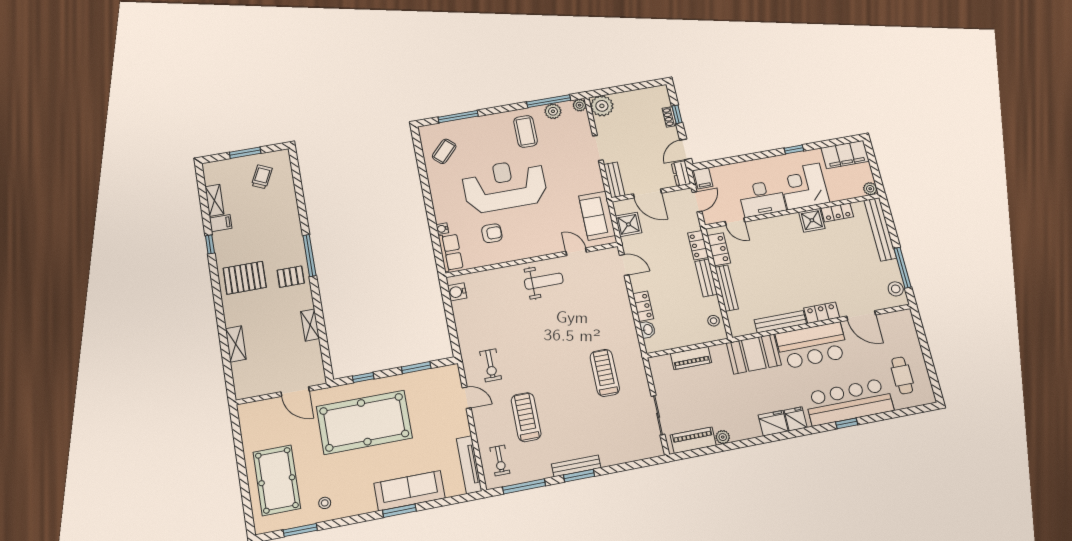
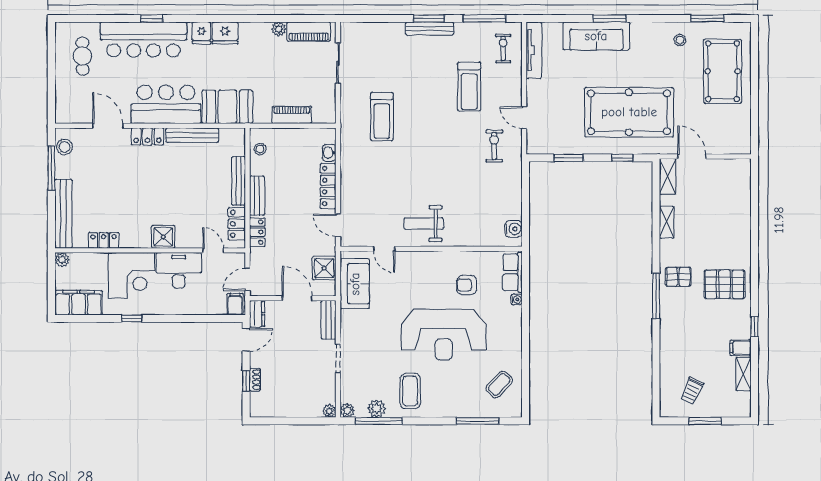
plant: (602, 106) -> (329, 411), width x0.53, depth x0.53
shower: (812, 220) -> (163, 237), moved
locker: (643, 306) -> (328, 186), width x1.53
shelving: (236, 344) -> (668, 176), moved

